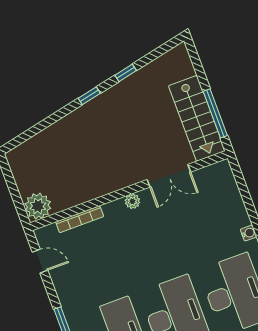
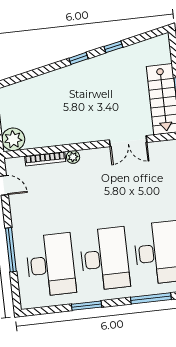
plant: (132, 201) -> (73, 157), moved

